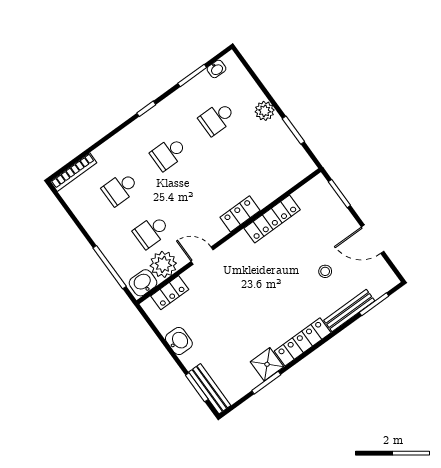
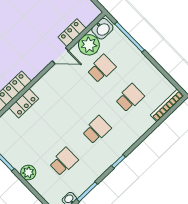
locker: (240, 214) -> (24, 103), moved
locker: (170, 293) -> (72, 33), moved

